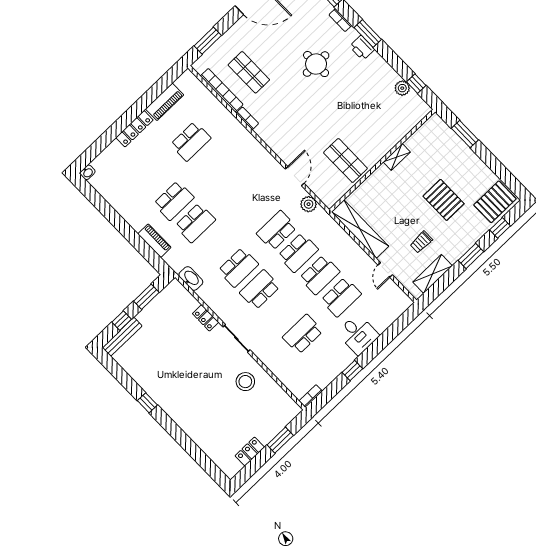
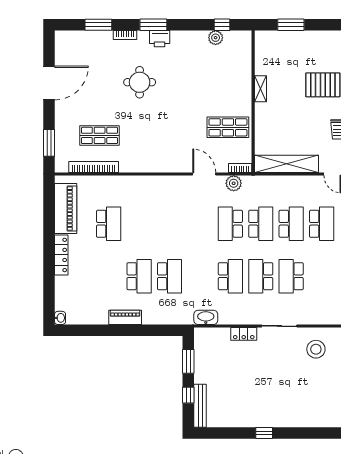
piano: (165, 102) -> (66, 208), width x1.37, depth x1.33
bookcase: (247, 118) -> (240, 168), moved
piano: (154, 241) -> (125, 317), moved
school desk: (303, 334) -> (291, 276), moved

